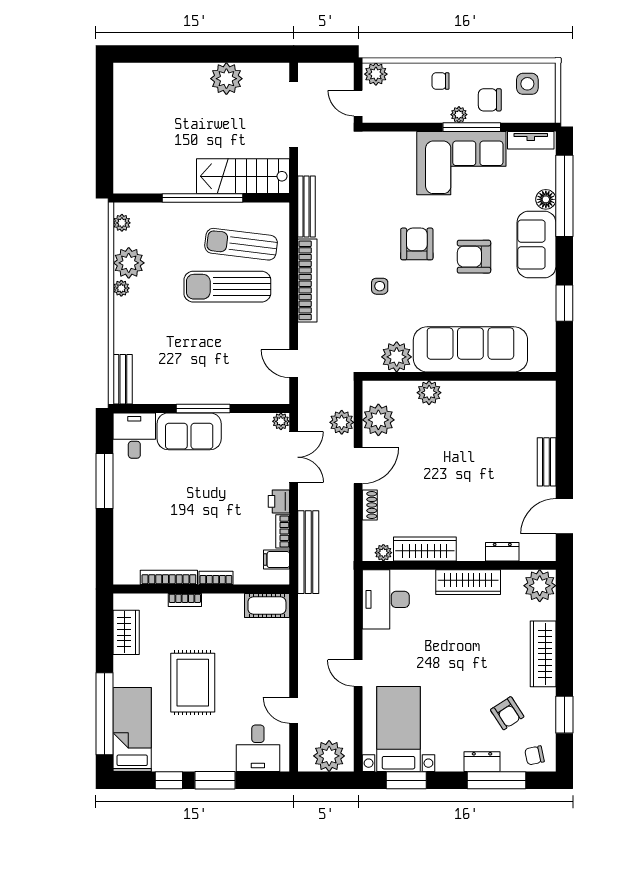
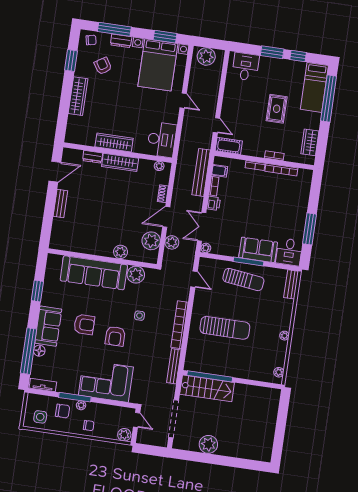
corner sofa: (461, 163) -> (106, 381), moved
window: (203, 198) -> (210, 376), moved
sun lounger: (241, 244) -> (243, 280), moved
plant: (129, 263) -> (278, 349), removed
wardrobe: (425, 549) -> (120, 162), moved
plant: (540, 586) -> (74, 135), removed
rug: (193, 683) -> (277, 109), width x0.73, depth x0.70
door: (294, 710) -> (216, 125), moved
bed with nightstands: (398, 729) -> (158, 65), width x1.36

